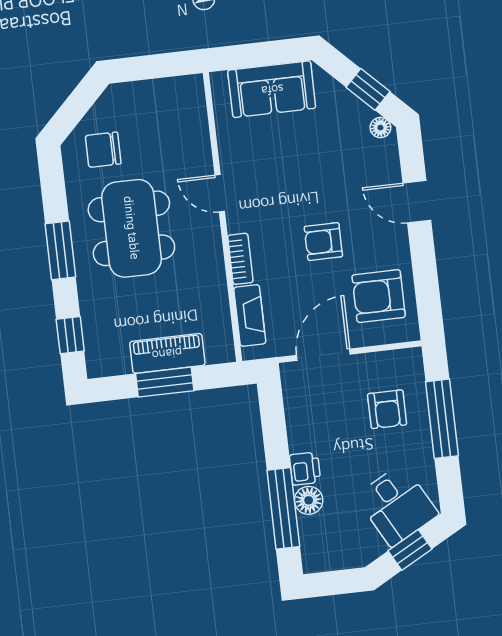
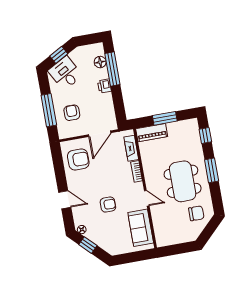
sofa: (272, 89) -> (141, 228), moved, turned -90
armchair: (323, 242) -> (108, 205), moved
piano: (167, 353) -> (152, 133), moved
floor lamp: (309, 500) -> (100, 62), moved

